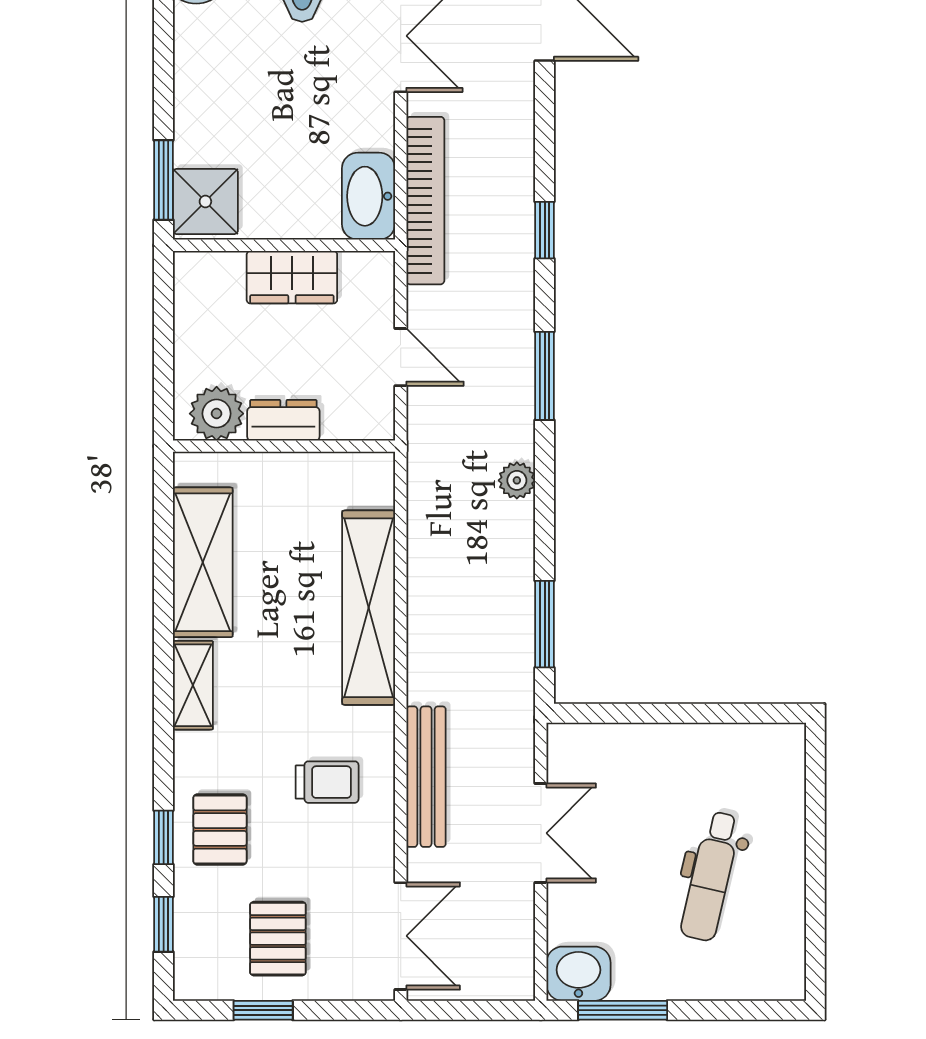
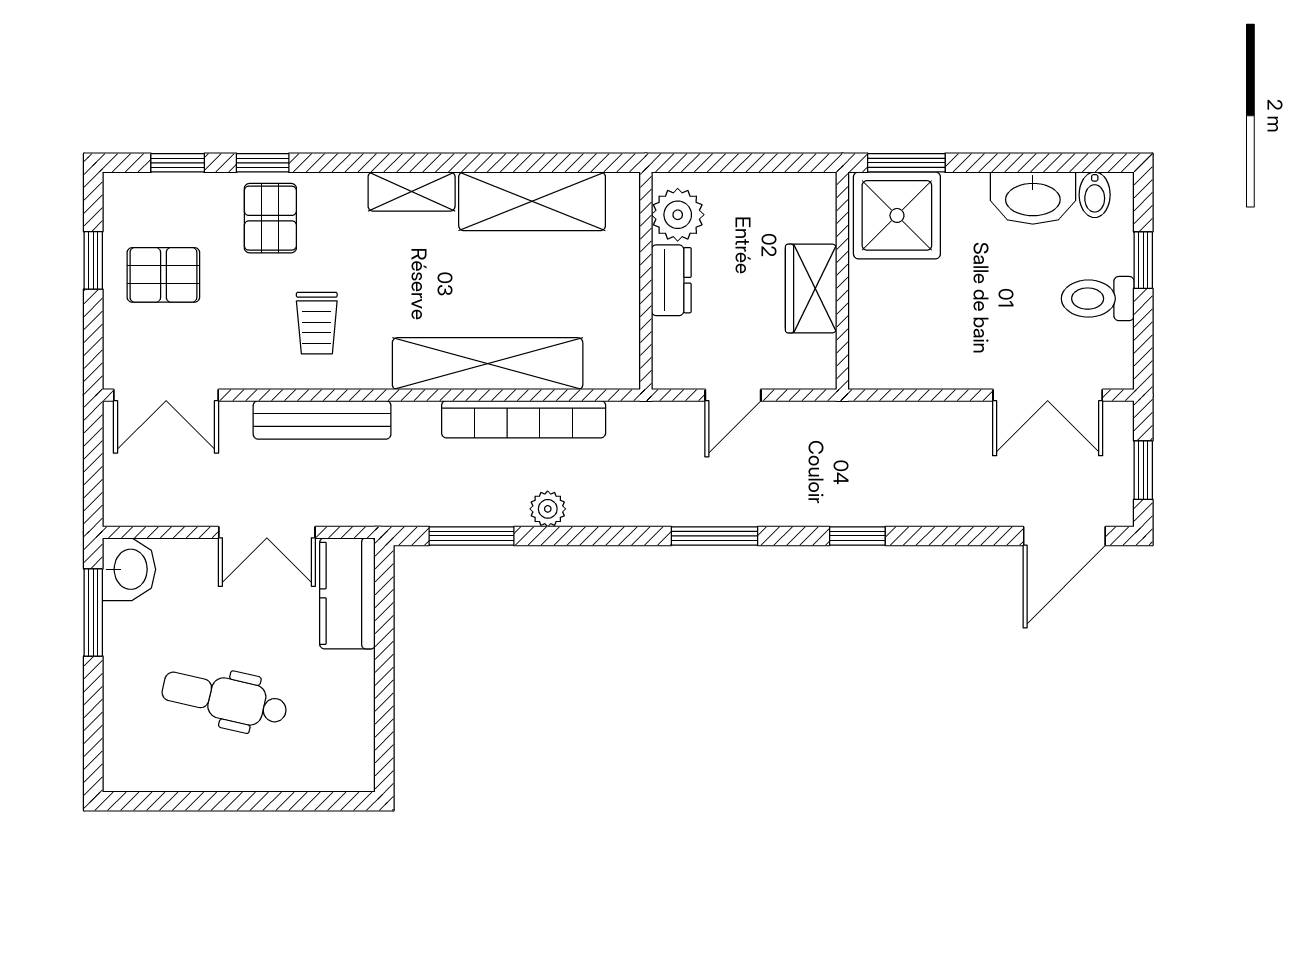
washbasin: (369, 196) -> (1033, 198), moved, turned 180
shower: (205, 201) -> (897, 215), width x1.36, depth x1.36
bookcase: (425, 201) -> (524, 419), moved
plant: (517, 480) -> (548, 509), moved
kitchen counter: (603, 751) -> (347, 593), added
pallet: (220, 829) -> (270, 218), turned 90

